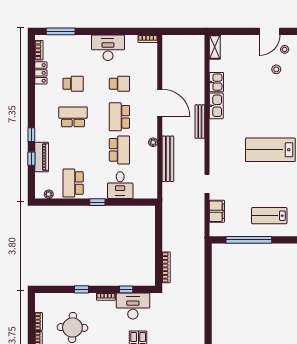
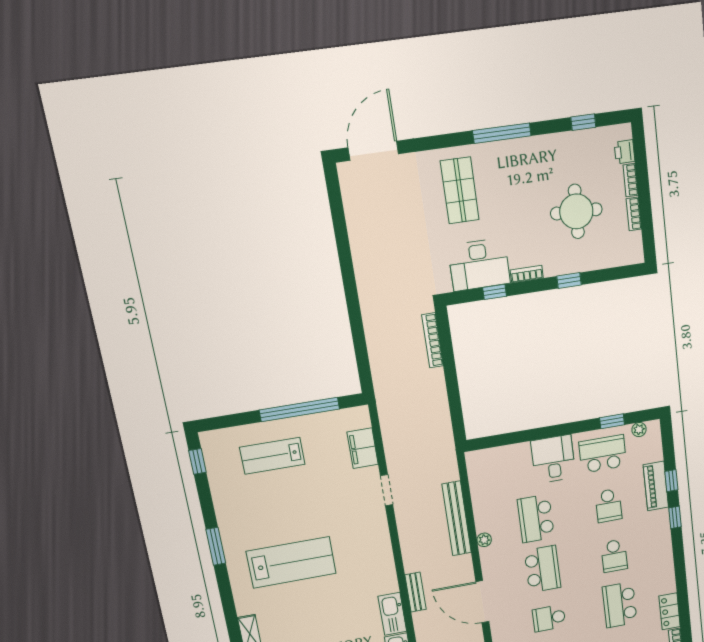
school desk: (73, 84) -> (620, 605), width x1.85
school desk: (73, 117) -> (614, 556), width x0.54
bench: (200, 122) -> (416, 592), width x0.73
school desk: (73, 150) -> (609, 506), added
school desk: (73, 183) -> (603, 454), turned -90
desk: (120, 185) -> (553, 459), moved
window: (97, 202) -> (612, 421), moved
lab bench: (269, 216) -> (272, 456), turned 180

